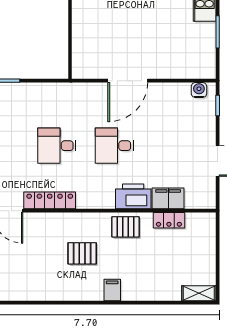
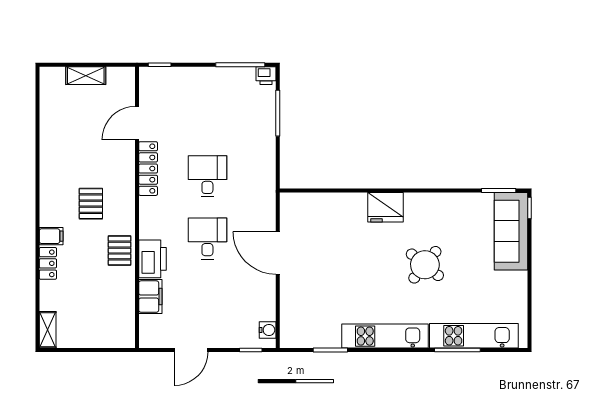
locker: (169, 220) -> (48, 263), moved, turned 180

